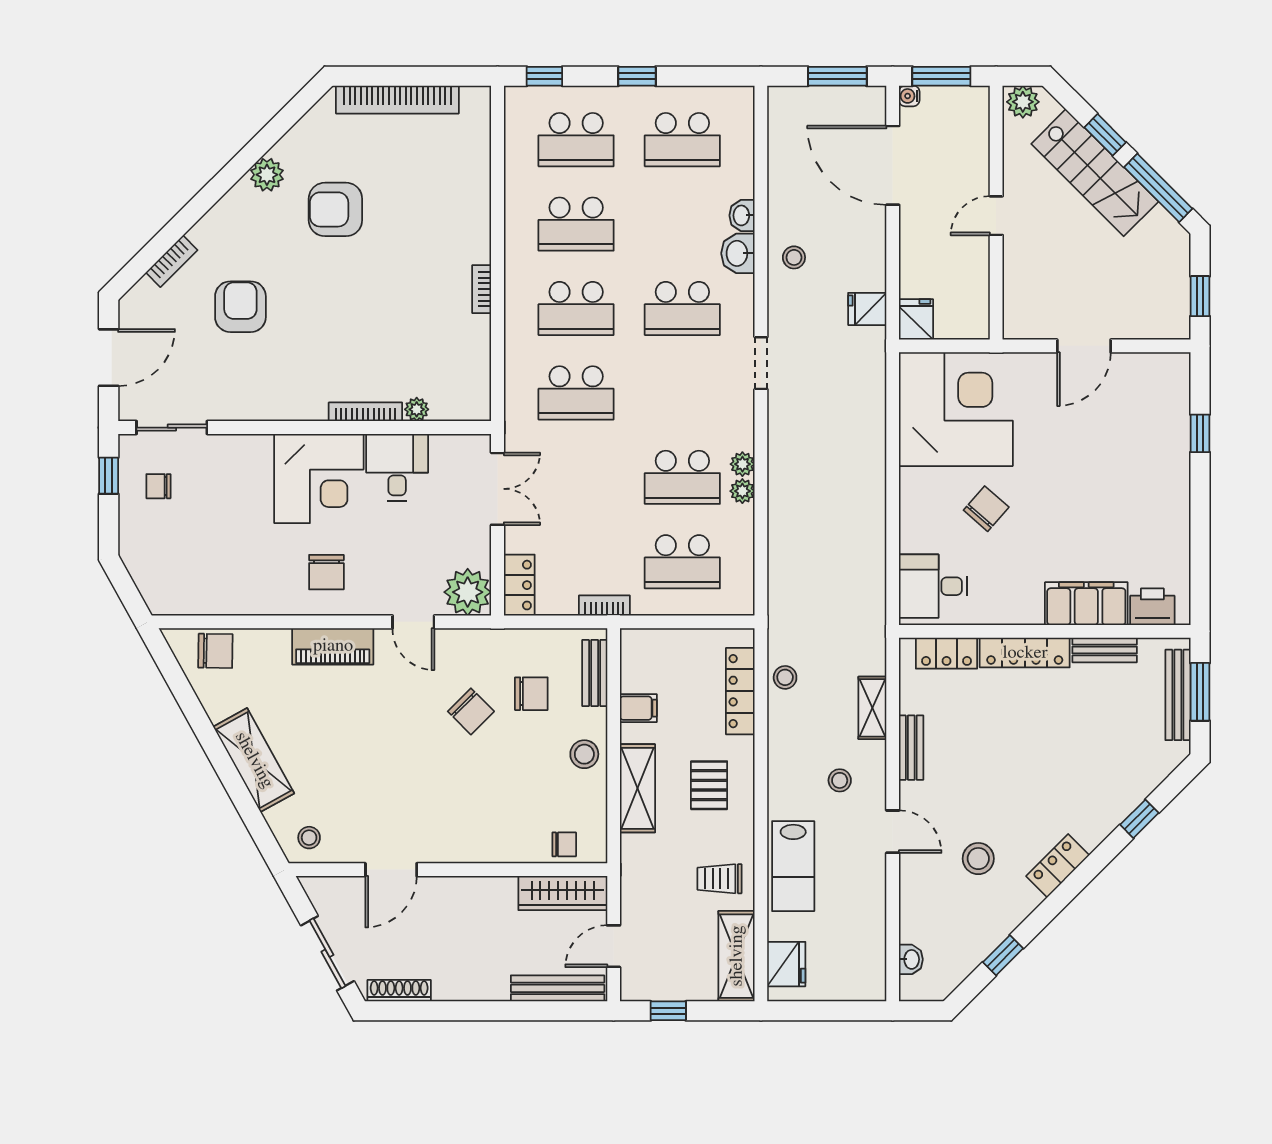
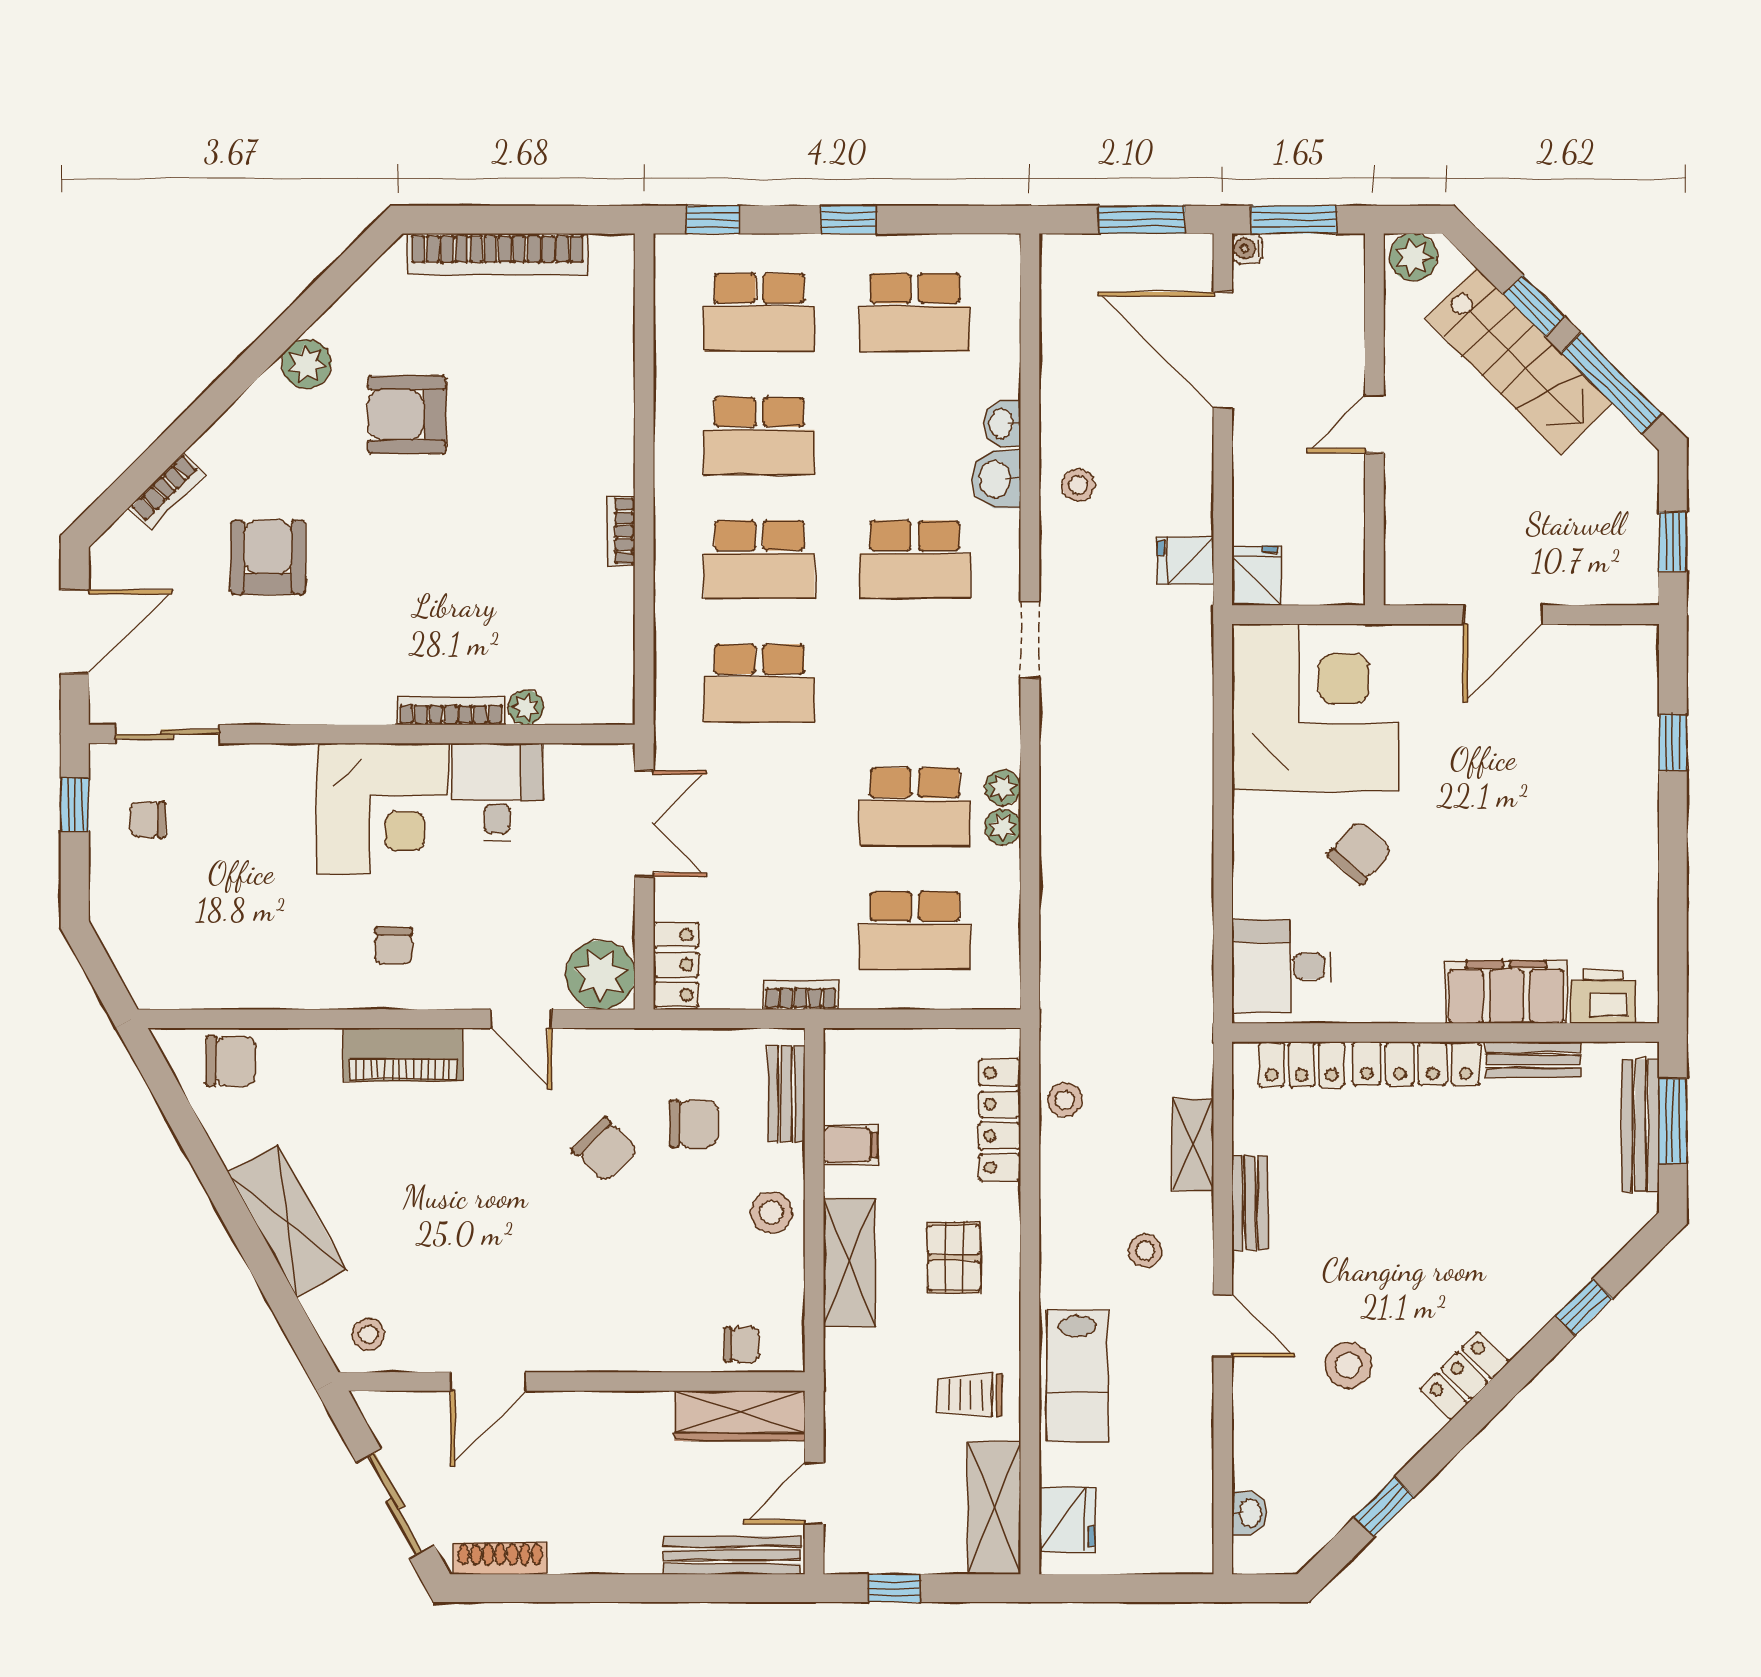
chair: (326, 572) -> (394, 946), width x0.73, depth x0.73

